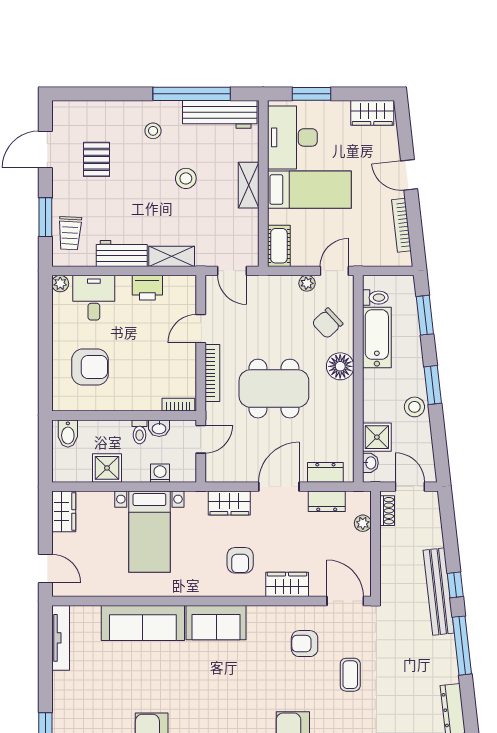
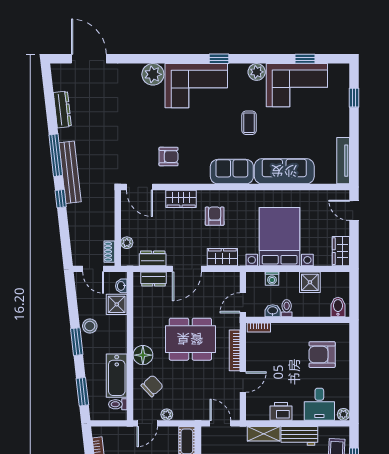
bed with nightstands: (149, 532) -> (280, 237), width x1.36
bench: (439, 592) -> (70, 172), moved
coffee table: (350, 675) -> (249, 123), moved

